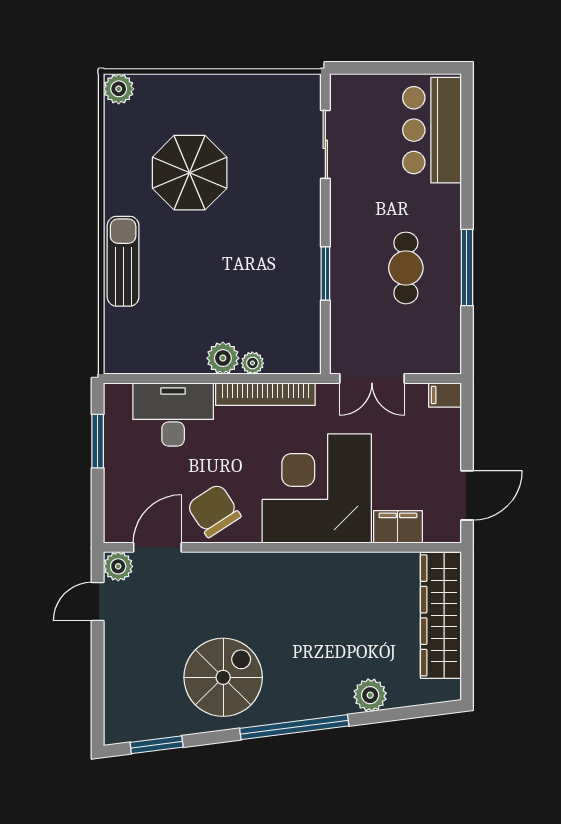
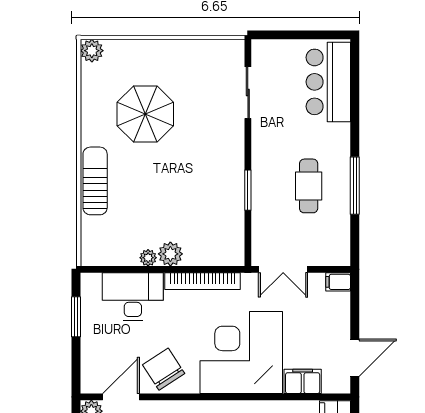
plant: (252, 363) -> (148, 258), moved

